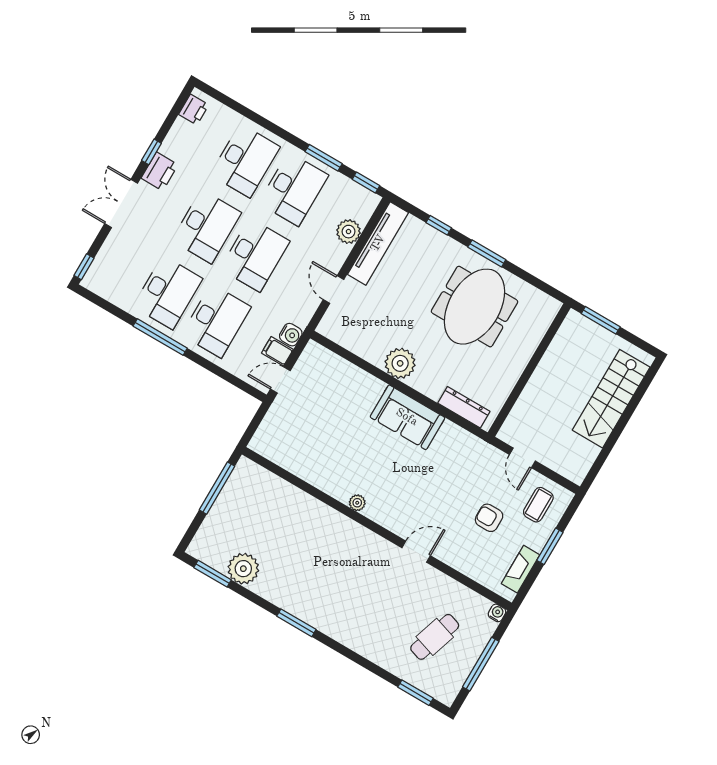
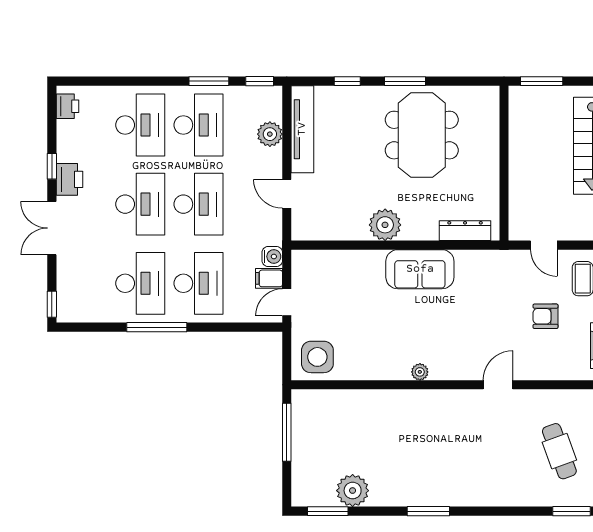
side table: (279, 440) -> (317, 357), added
cafe table: (435, 637) -> (559, 451), turned -38

